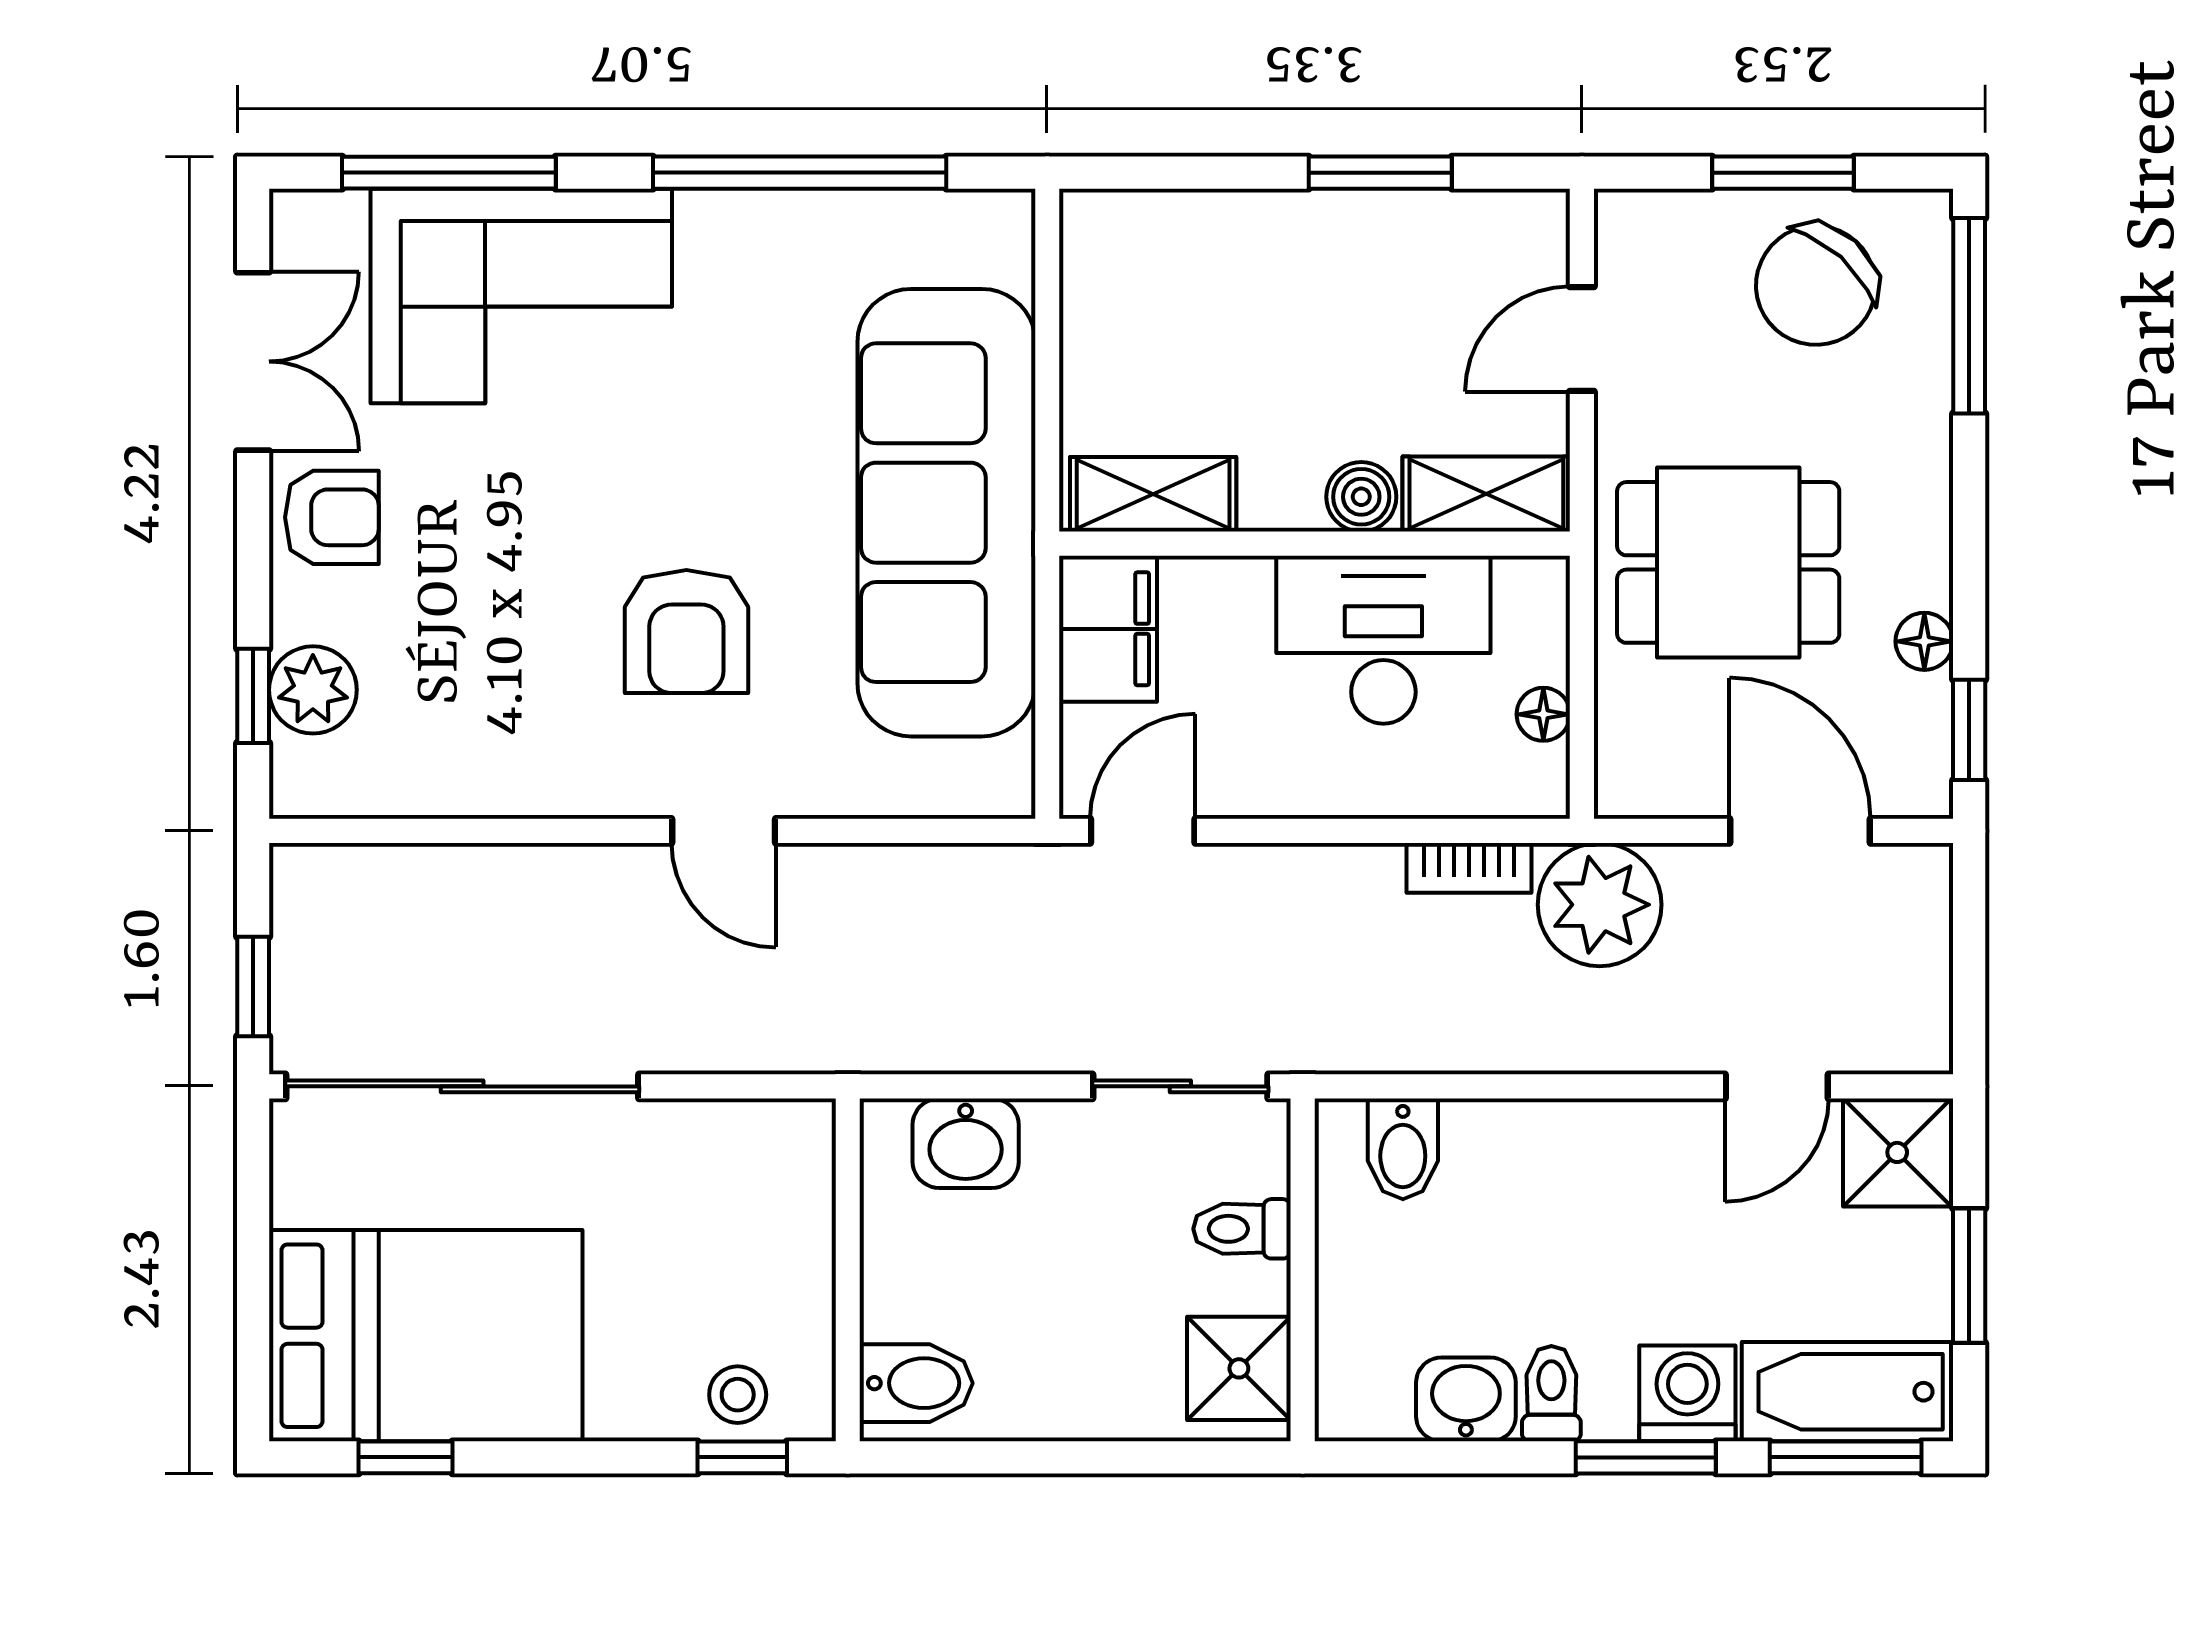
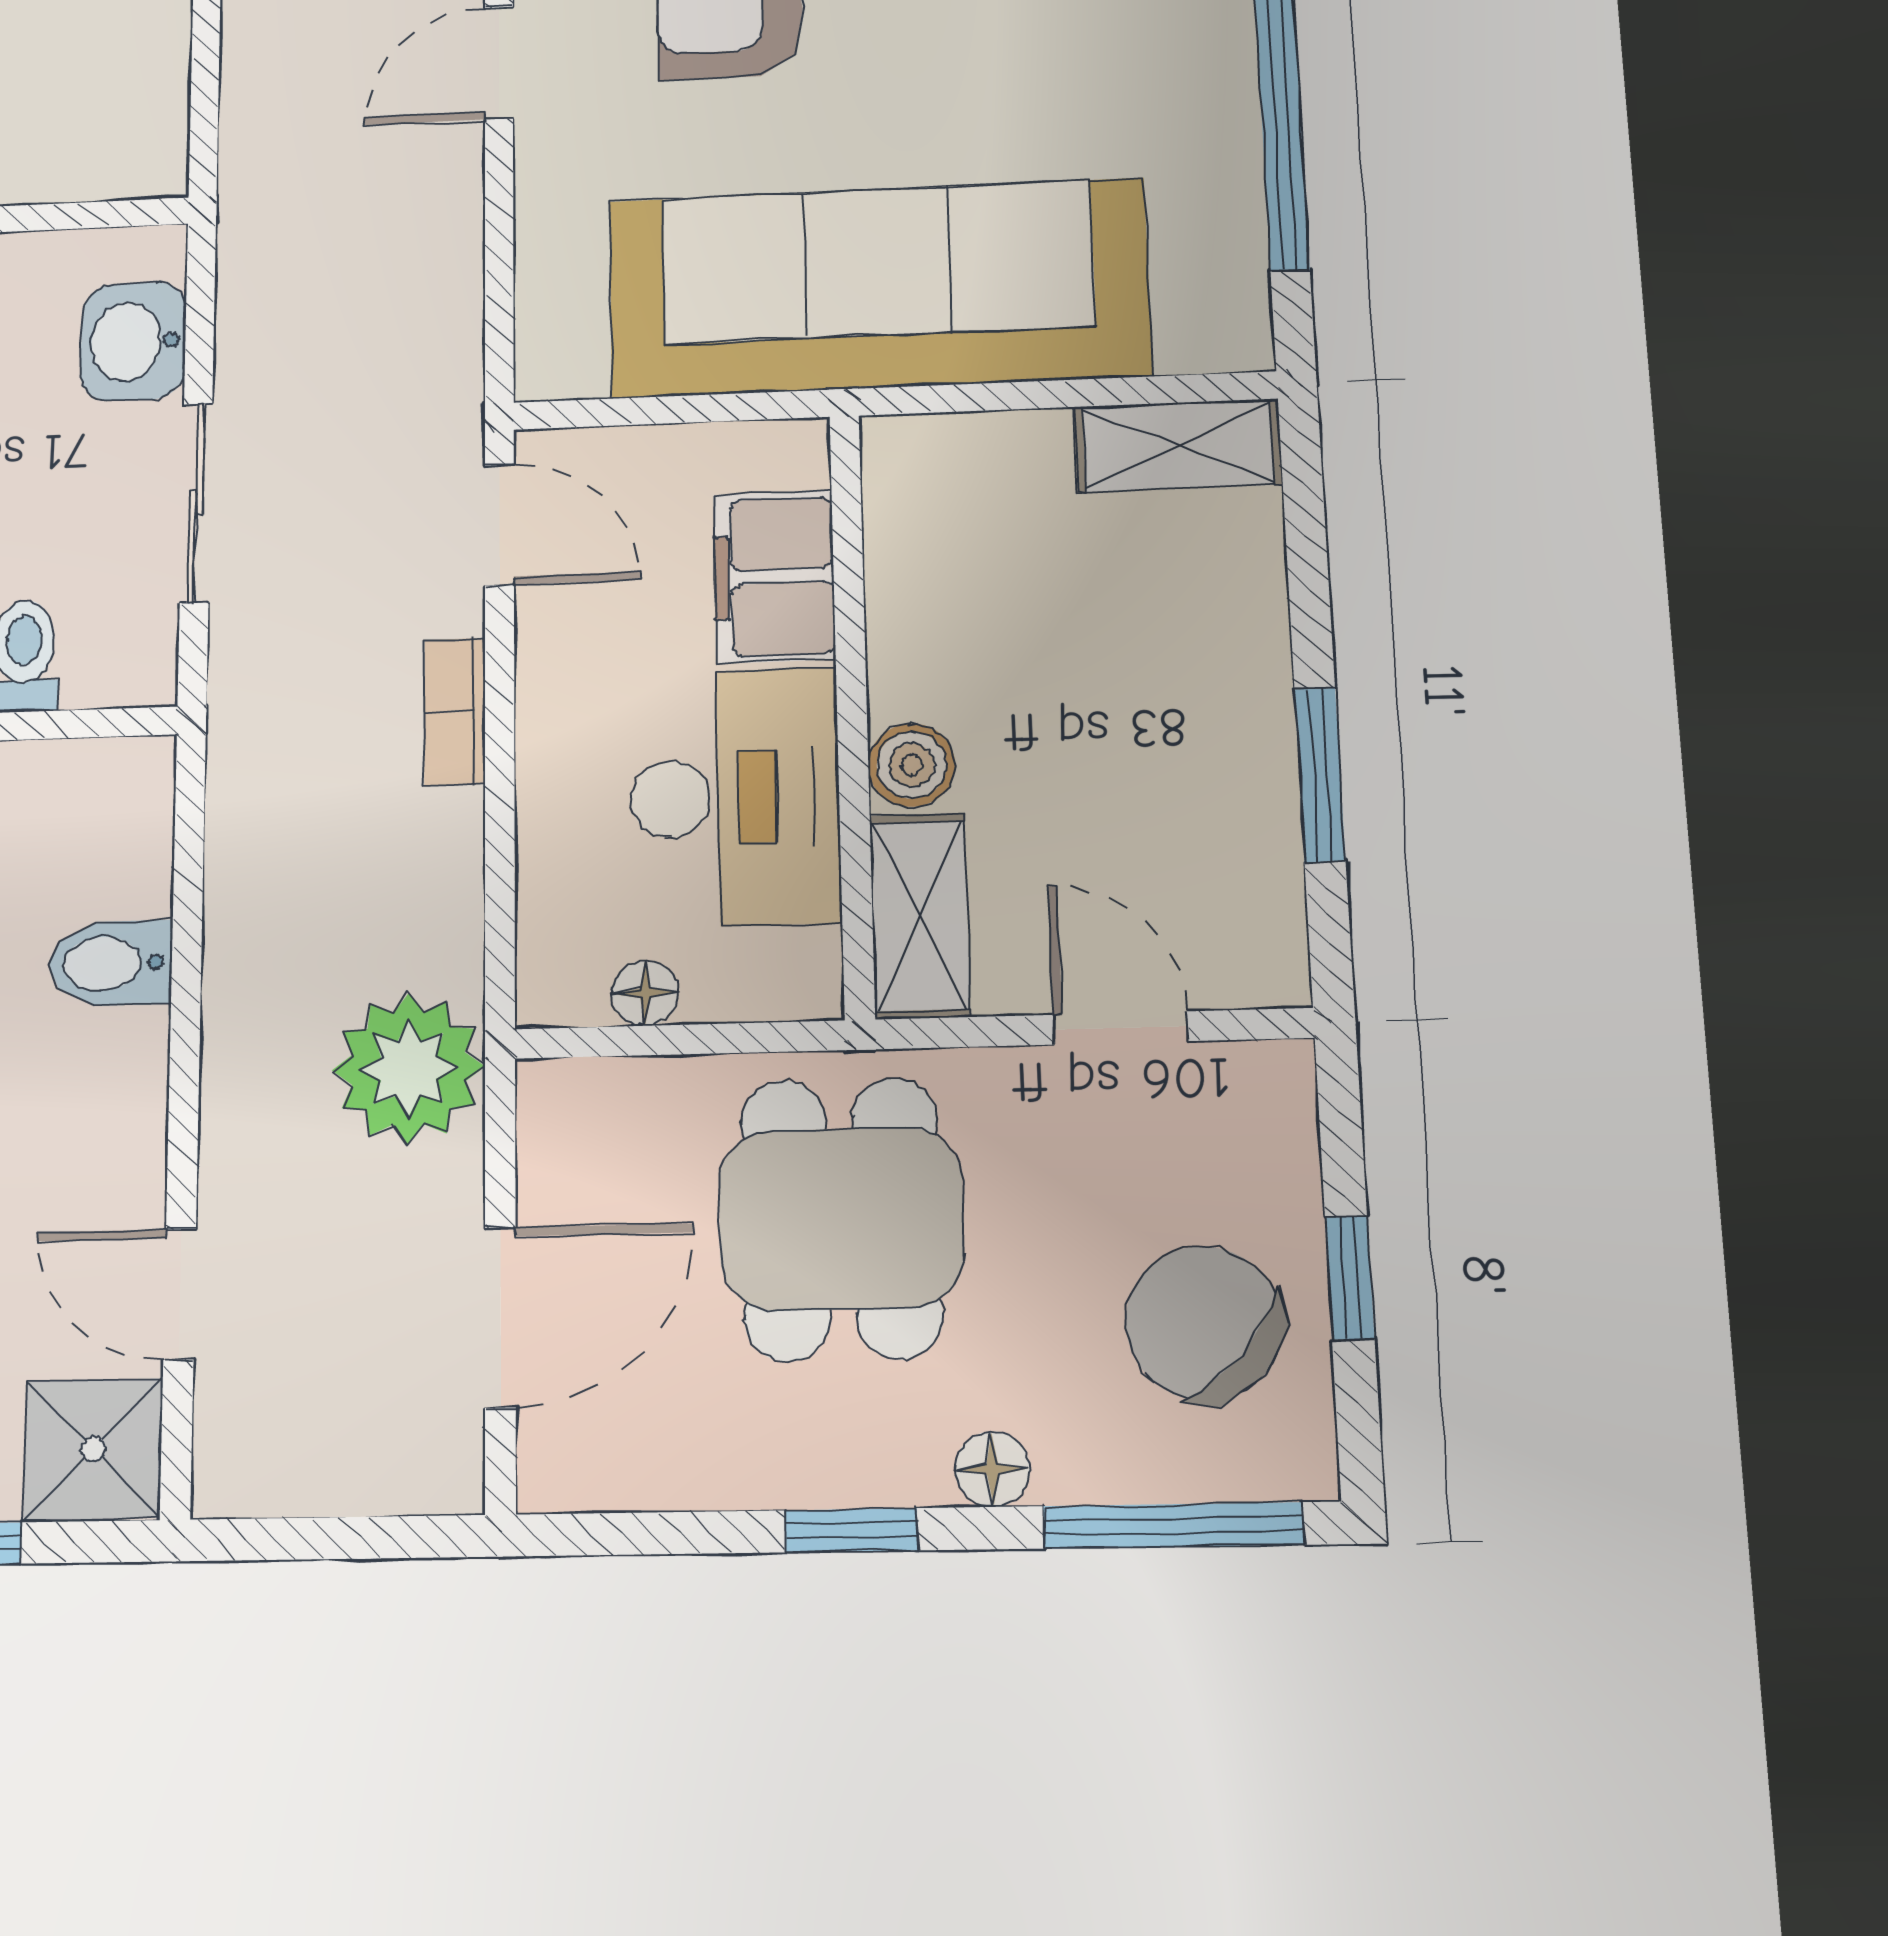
window: (1783, 173) -> (1350, 1278), width x0.67
shelving: (1153, 494) -> (1178, 446), moved, turned 90
filing cabinet: (1108, 629) -> (774, 577), moved, turned 90
floor lamp: (1924, 641) -> (993, 1469), moved
window: (1969, 730) -> (851, 1530), moved
bookcase: (1469, 868) -> (455, 711), moved
sliding door: (1180, 1086) -> (196, 503), moved
bidet: (1403, 1149) -> (111, 963), moved

